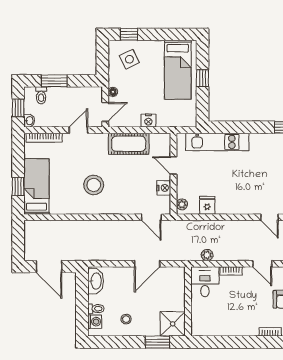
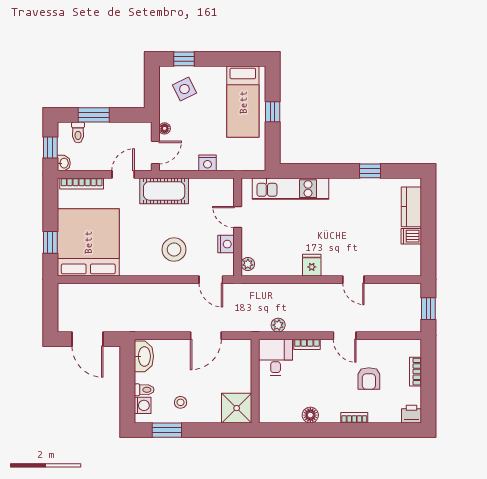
cot: (129, 144) -> (164, 191), moved
stool: (94, 185) -> (174, 250), moved
bed: (37, 186) -> (88, 242), width x2.04
fridge: (207, 205) -> (312, 265), moved
floor lamp: (234, 330) -> (310, 415), added
window: (157, 342) -> (167, 430), moved

